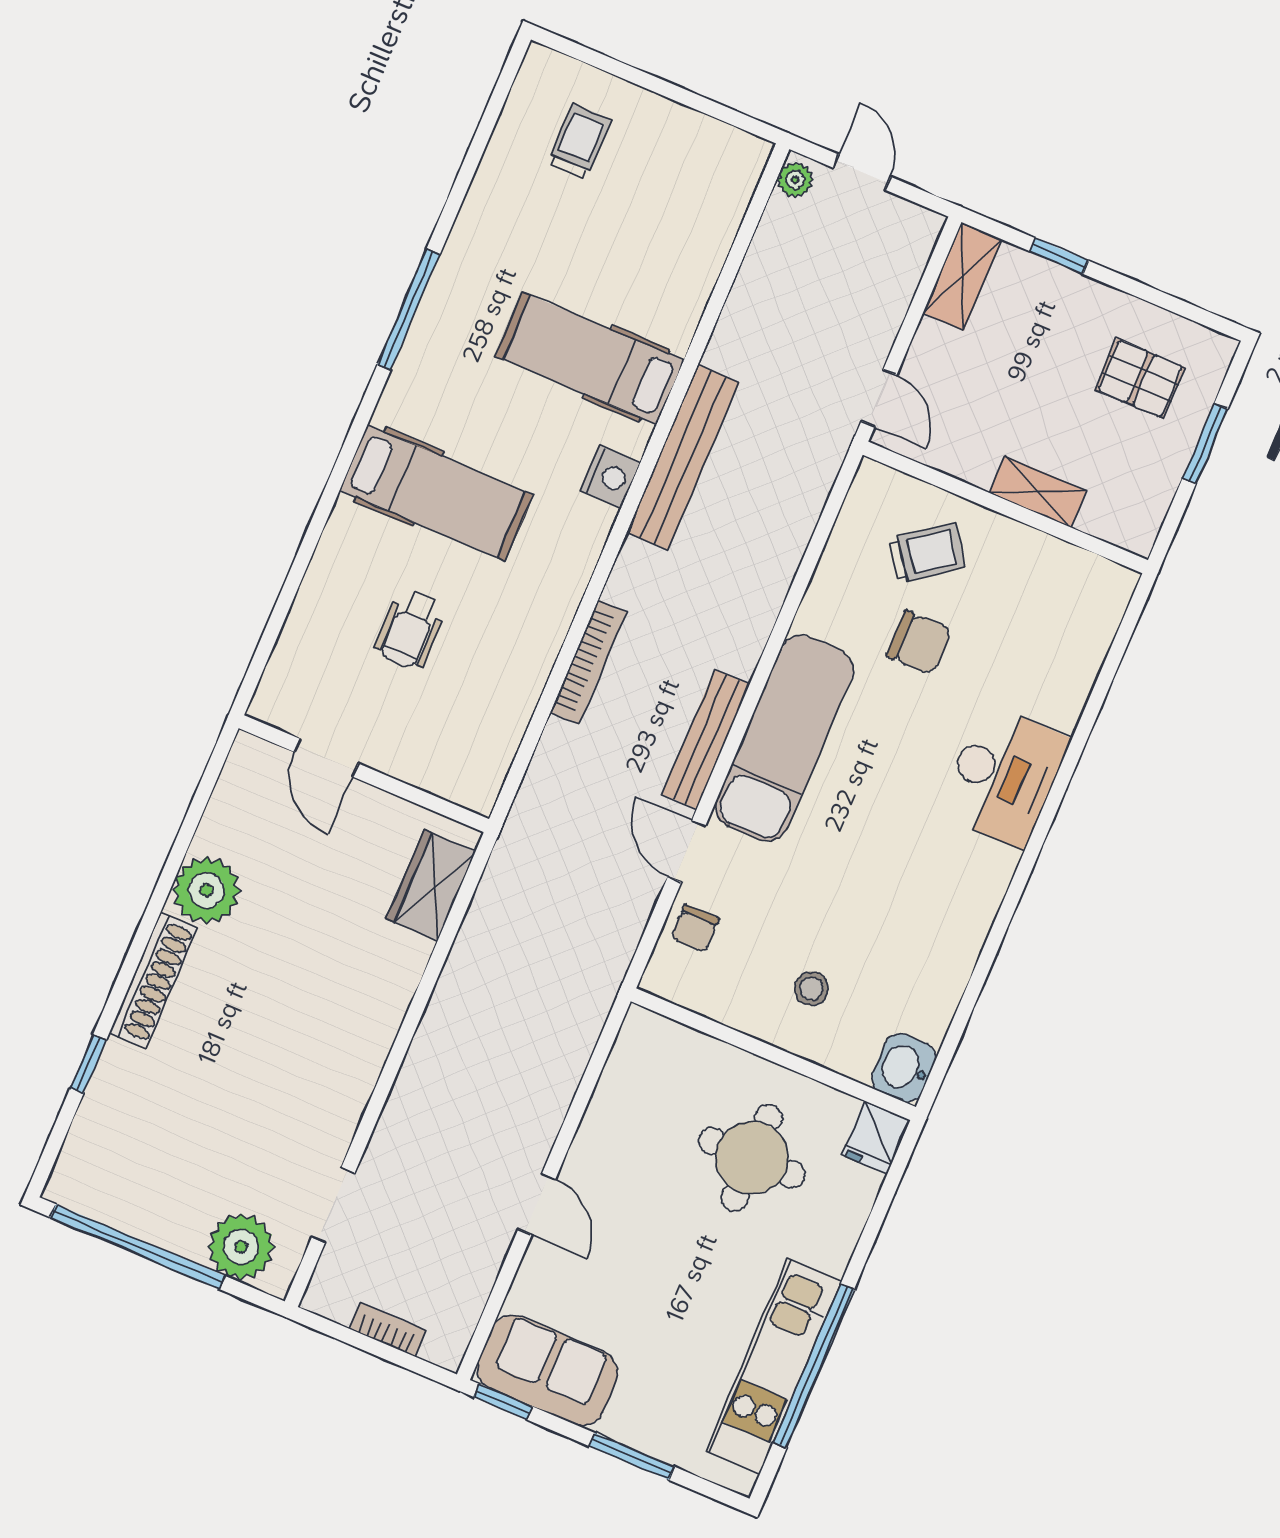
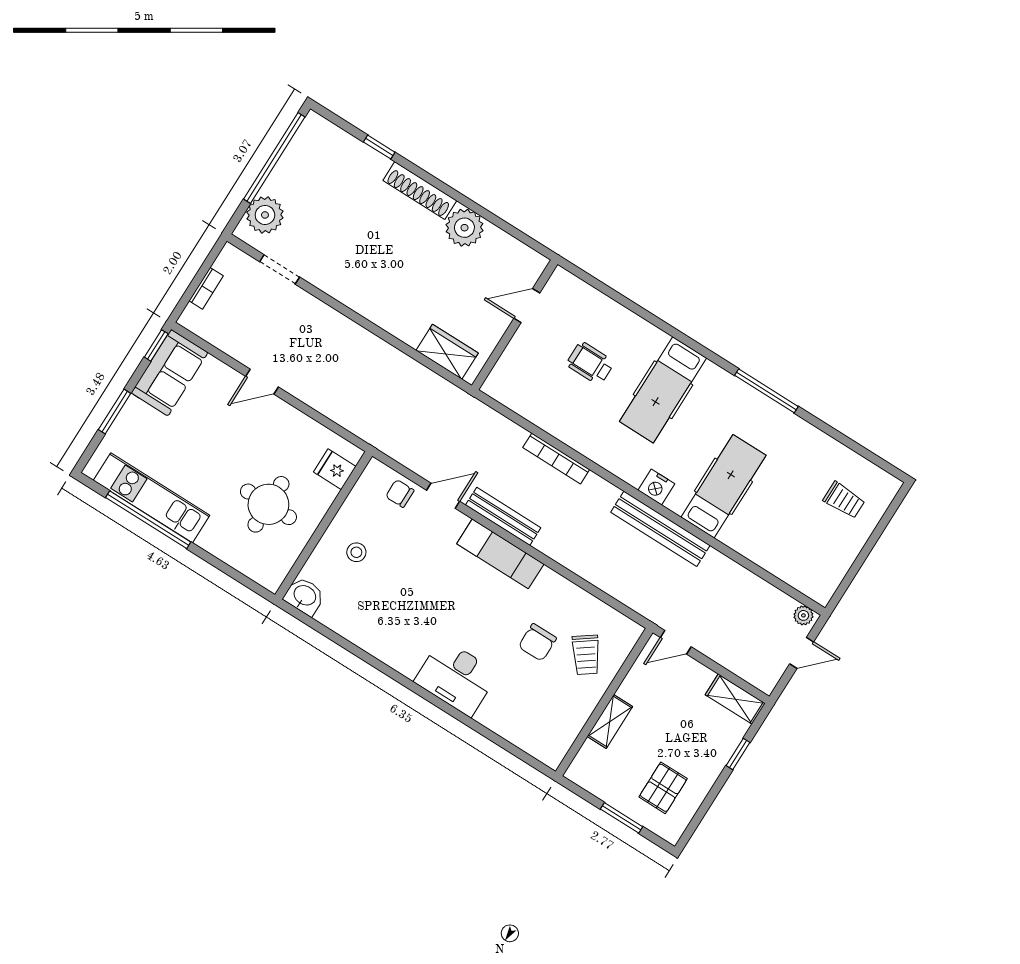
exam couch: (784, 738) -> (500, 554), width x0.73, depth x0.69
fridge: (876, 1138) -> (335, 469), moved

